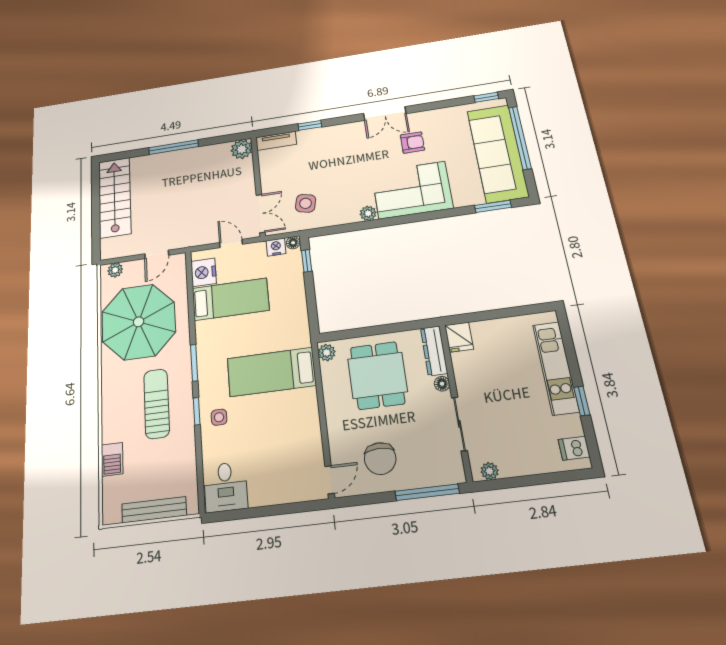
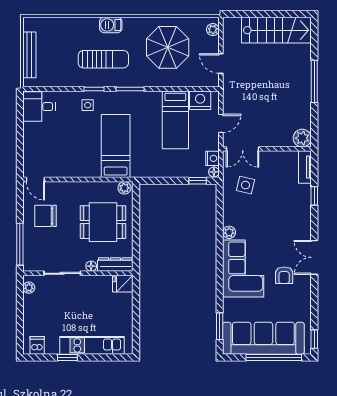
parasol: (139, 322) -> (168, 47), width x0.73, depth x0.73
barbecue: (112, 459) -> (111, 25), moved

